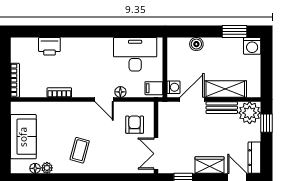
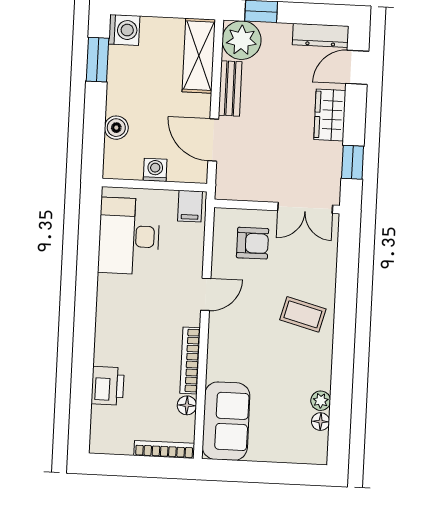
washing machine: (173, 87) -> (155, 170), moved
shelving: (225, 89) -> (199, 56), moved
floor lamp: (120, 92) -> (187, 405), moved
bookcase: (59, 93) -> (190, 360), width x1.56
armchair: (135, 125) -> (253, 243), turned 180
sofa: (23, 137) -> (226, 421), moved, turned 90
coffee table: (80, 150) -> (303, 314), moved

